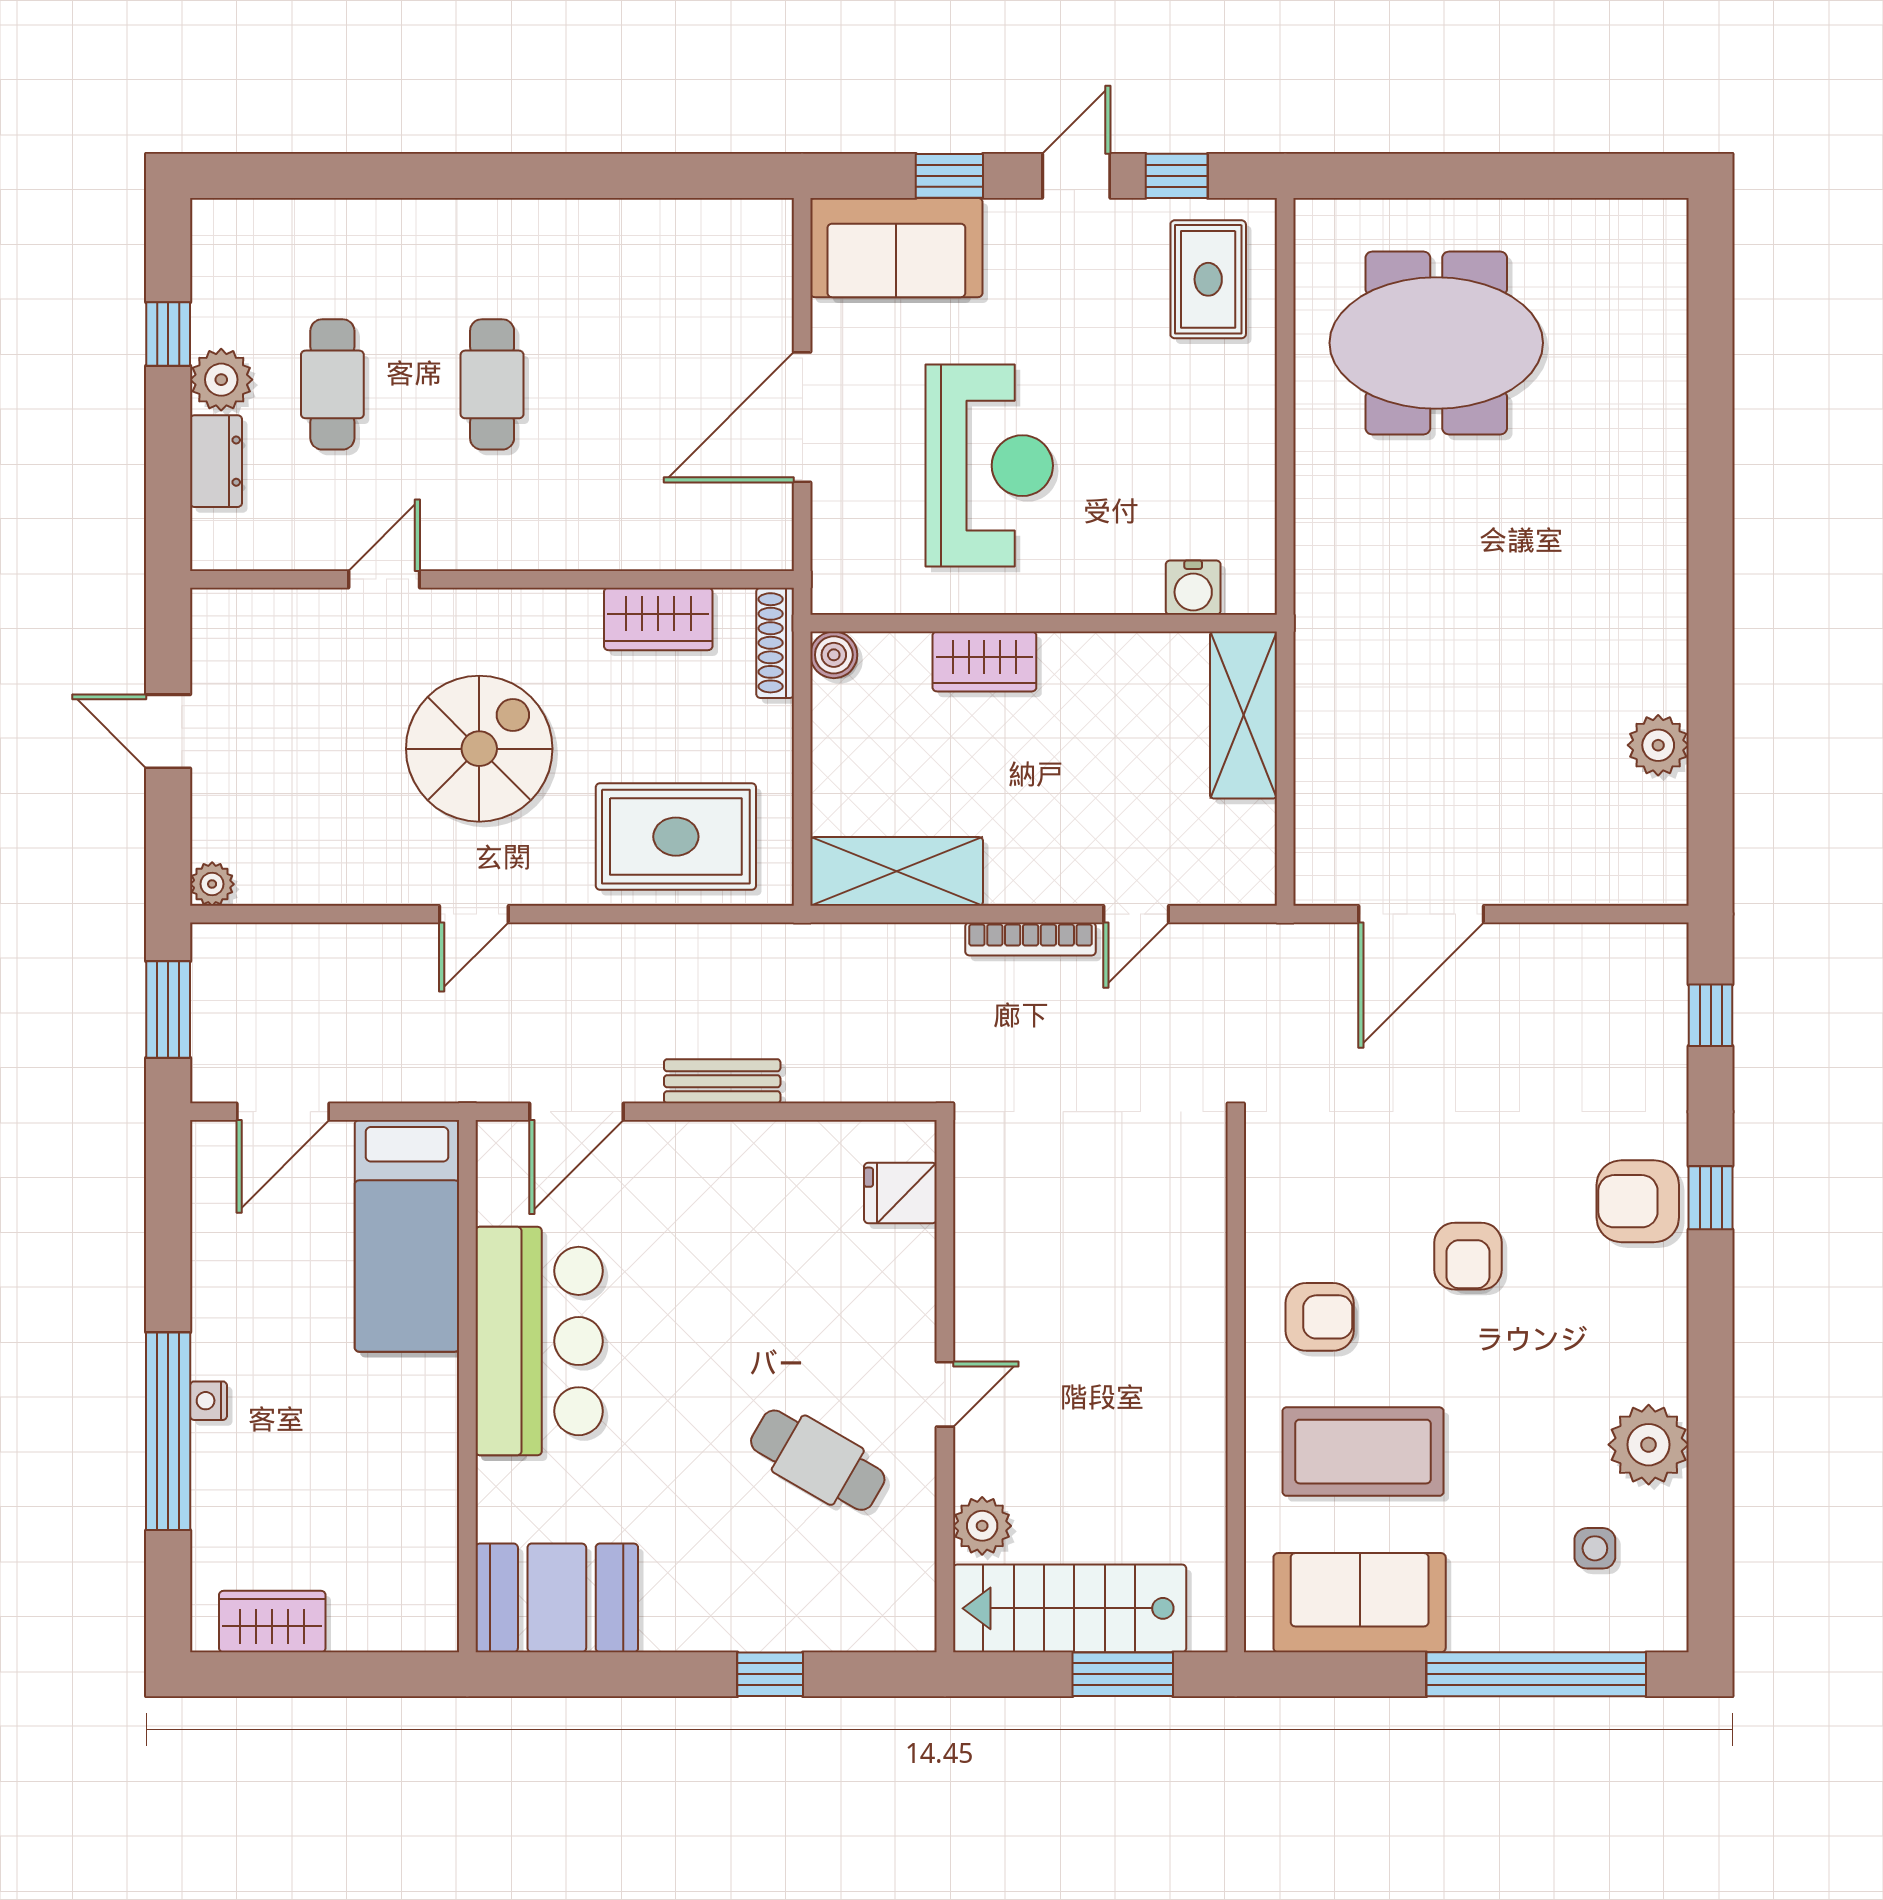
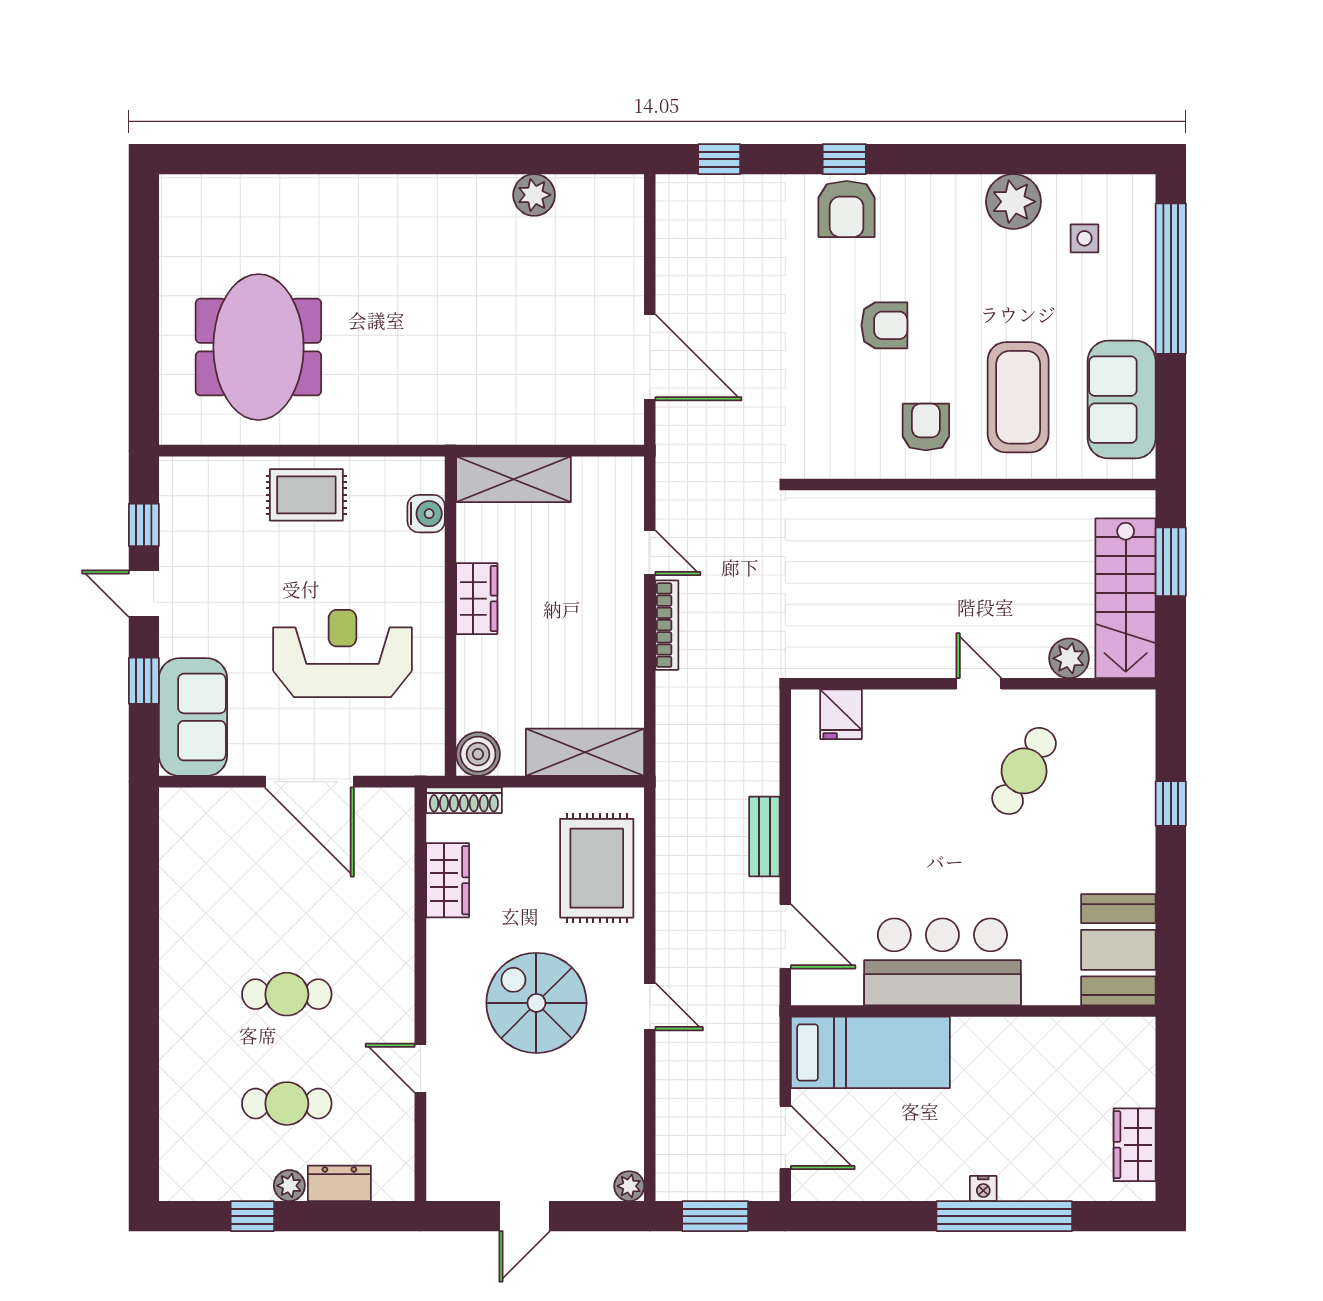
rug: (1208, 279) -> (306, 495), moved
plant: (221, 380) -> (289, 1186), width x0.73, depth x0.73
boiler: (834, 655) -> (478, 754), width x1.36, depth x1.36
wardrobe: (984, 661) -> (477, 599), moved
shelving: (897, 871) -> (585, 752), moved, turned 90

